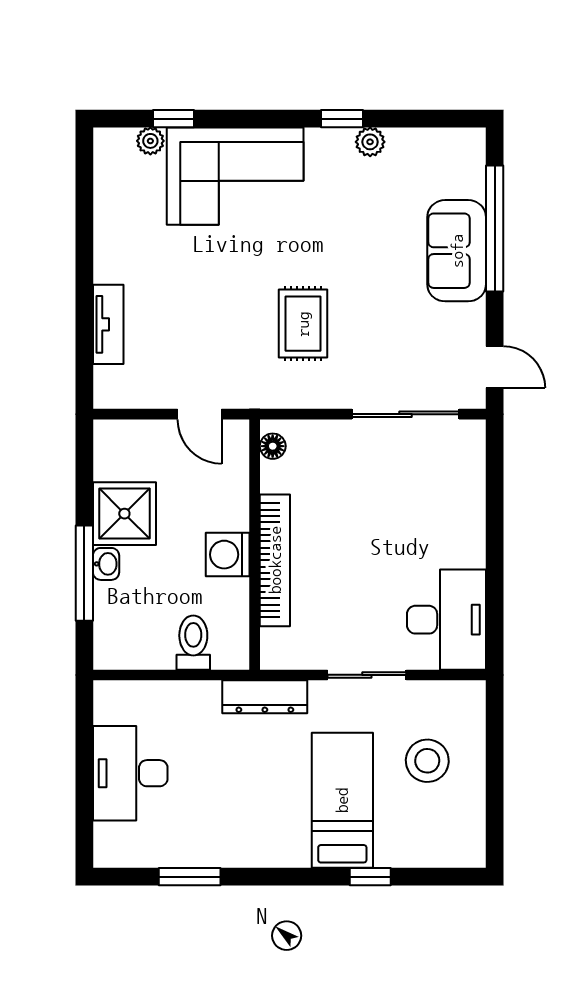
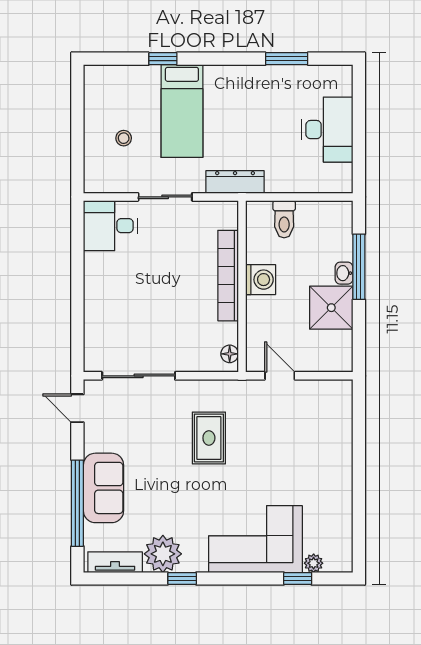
plant: (370, 142) -> (163, 554), width x1.88, depth x1.88
tv unit: (108, 324) -> (115, 562), moved, turned 90
desk: (447, 620) -> (110, 226), width x0.73
stool: (427, 761) -> (124, 138), width x0.53, depth x0.53

